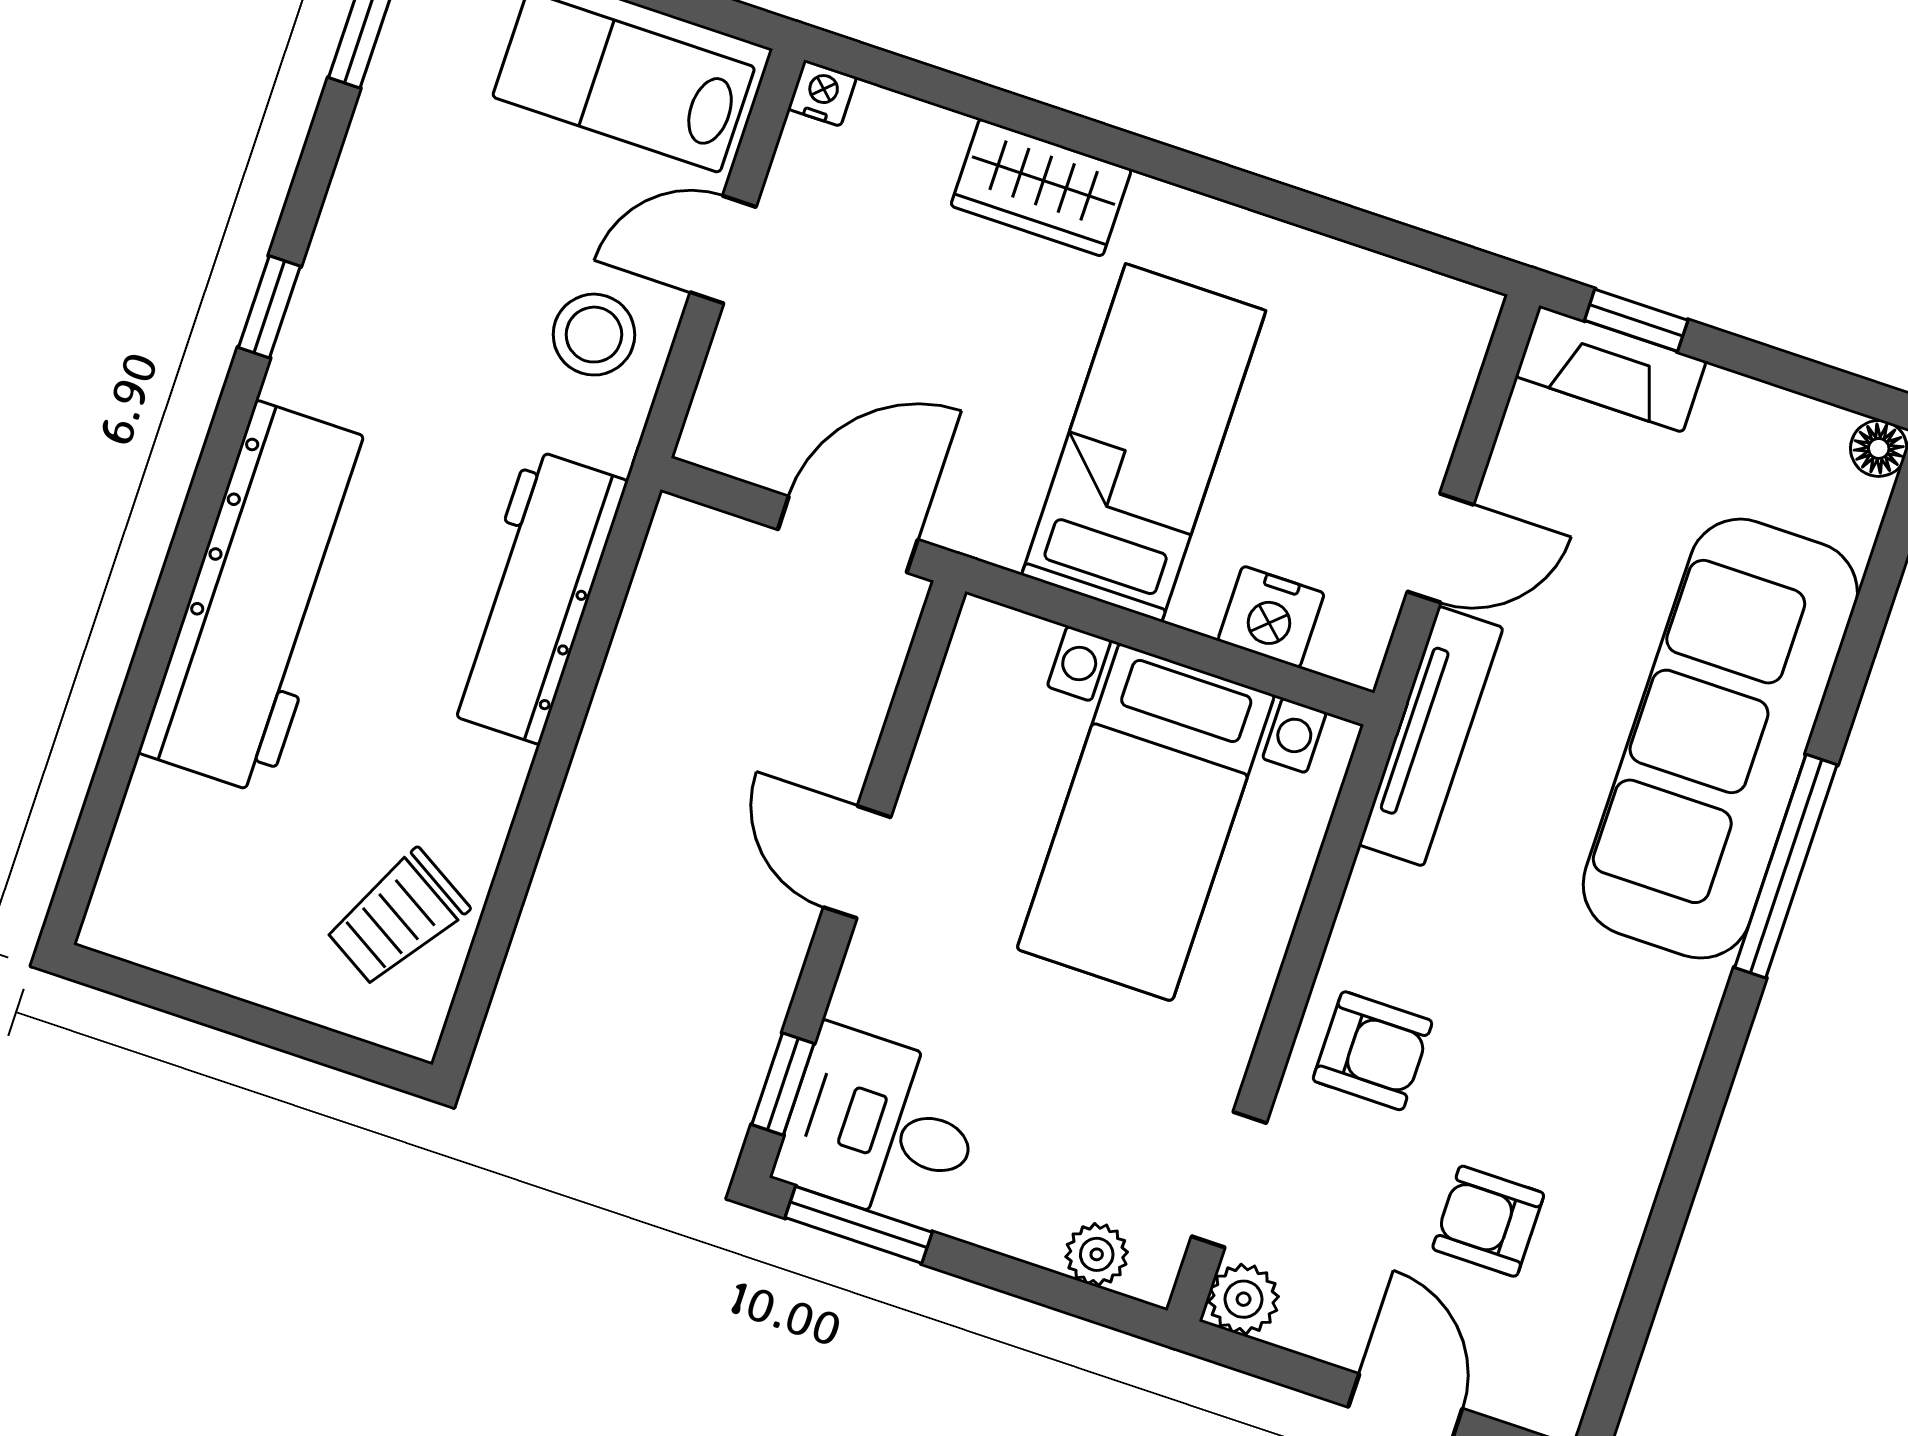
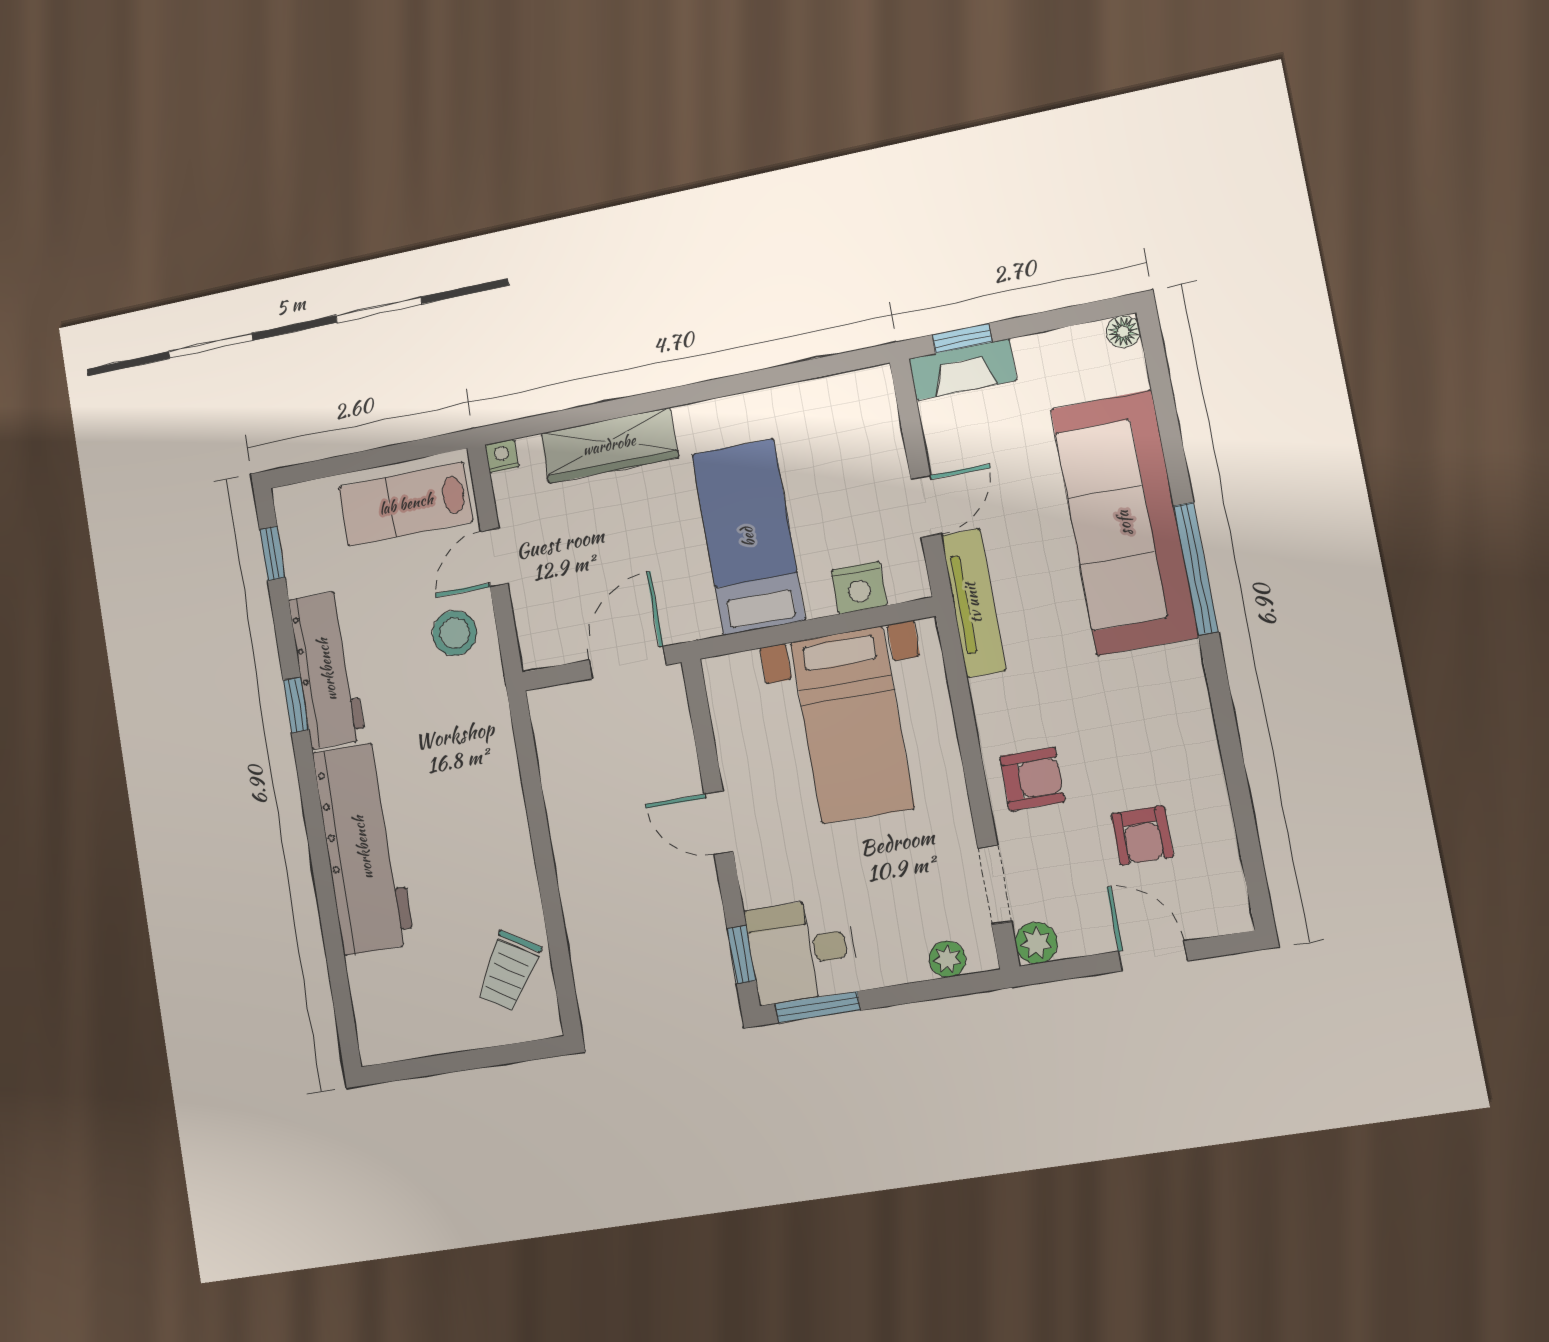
wardrobe: (1041, 187) -> (609, 445), width x1.50
workbench: (534, 596) -> (327, 670), moved, turned 180
armchair: (1488, 1221) -> (1142, 835), turned -90

